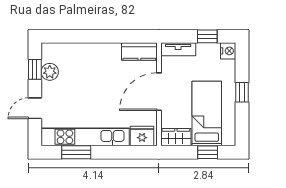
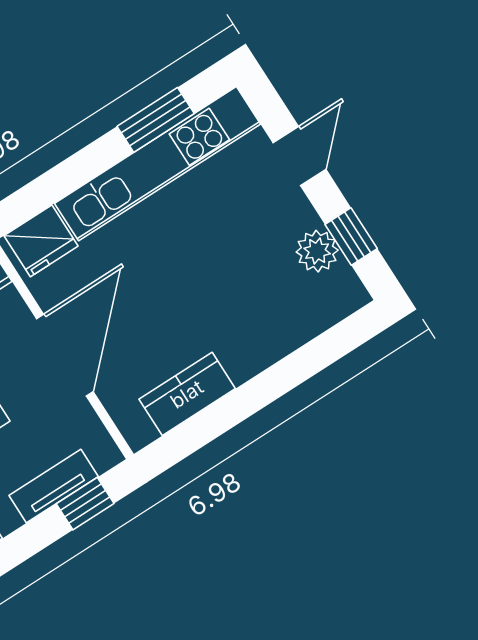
window: (207, 36) -> (85, 504), moved
tv unit: (178, 49) -> (54, 486), moved
kitchen counter: (139, 52) -> (187, 394), moved

